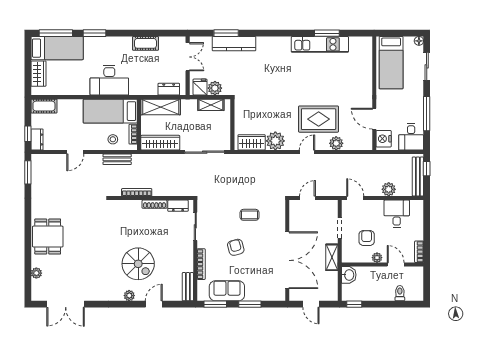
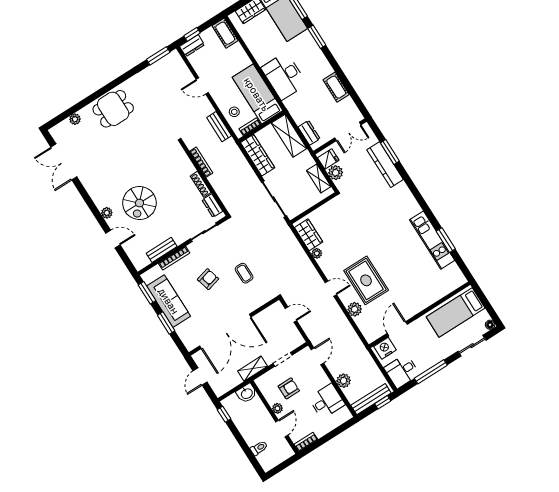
plant: (275, 141) -> (317, 253), width x0.53, depth x0.53
bench: (188, 287) -> (162, 250), moved
sofa: (227, 291) -> (169, 301), width x1.36

